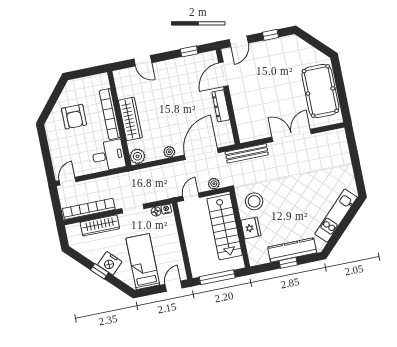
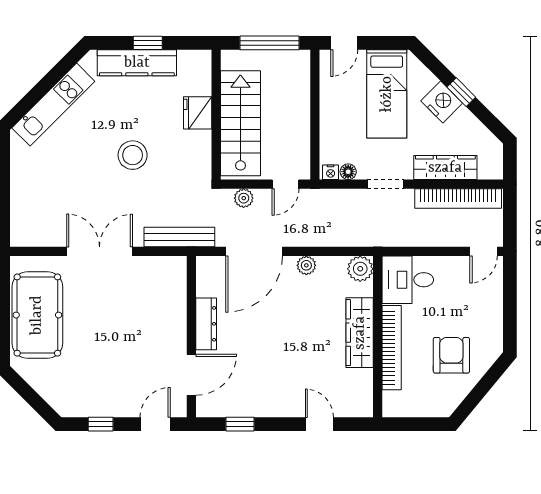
double door: (292, 135) -> (100, 251), swing flipped
stool: (254, 201) -> (133, 155), moved

